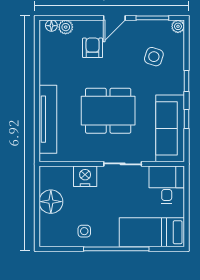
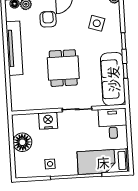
dining table: (108, 111) -> (63, 68), width x0.73
tv unit: (48, 119) -> (14, 48), moved

